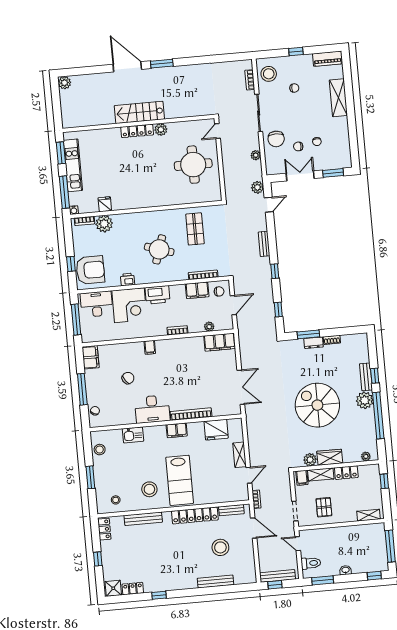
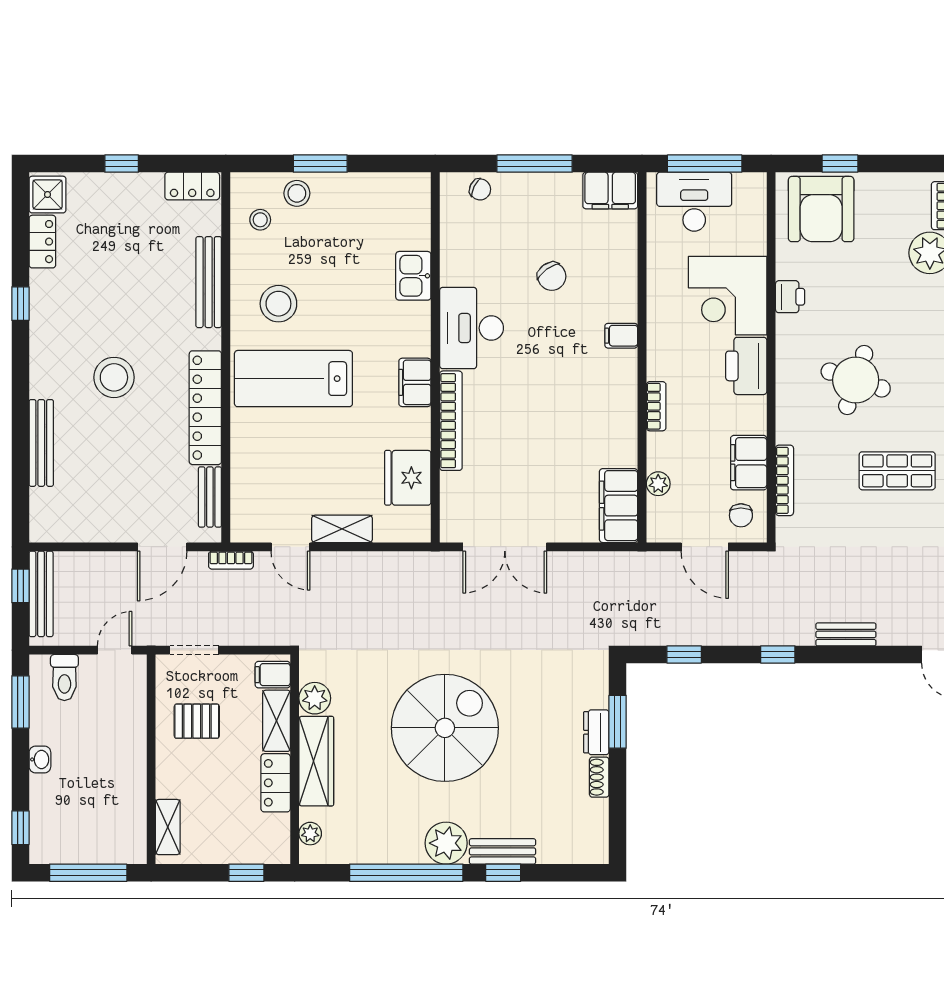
desk: (97, 304) -> (694, 202), moved, turned -90
stool: (100, 450) -> (297, 193), moved
wardrobe: (330, 457) -> (316, 761), width x1.50
stool: (220, 547) -> (114, 377), moved

